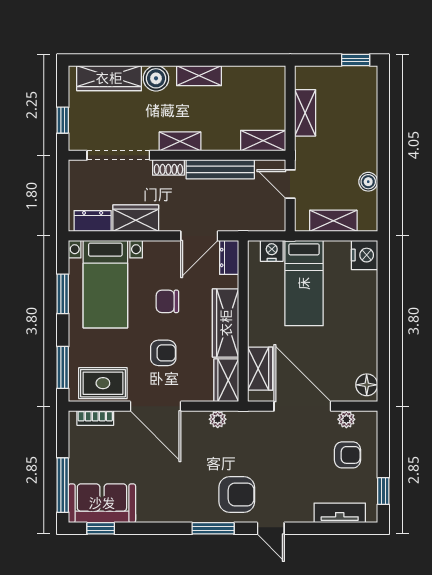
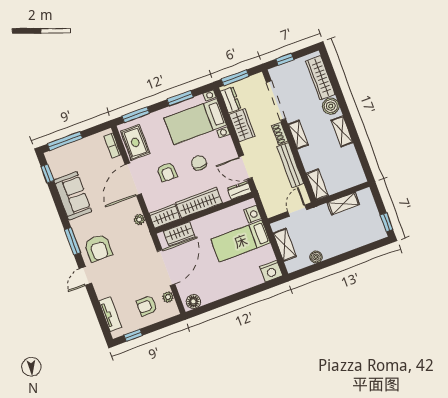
window: (63, 202) -> (235, 78), added
armchair: (347, 455) -> (147, 306), turned 90
sofa: (102, 503) -> (73, 196), moved

